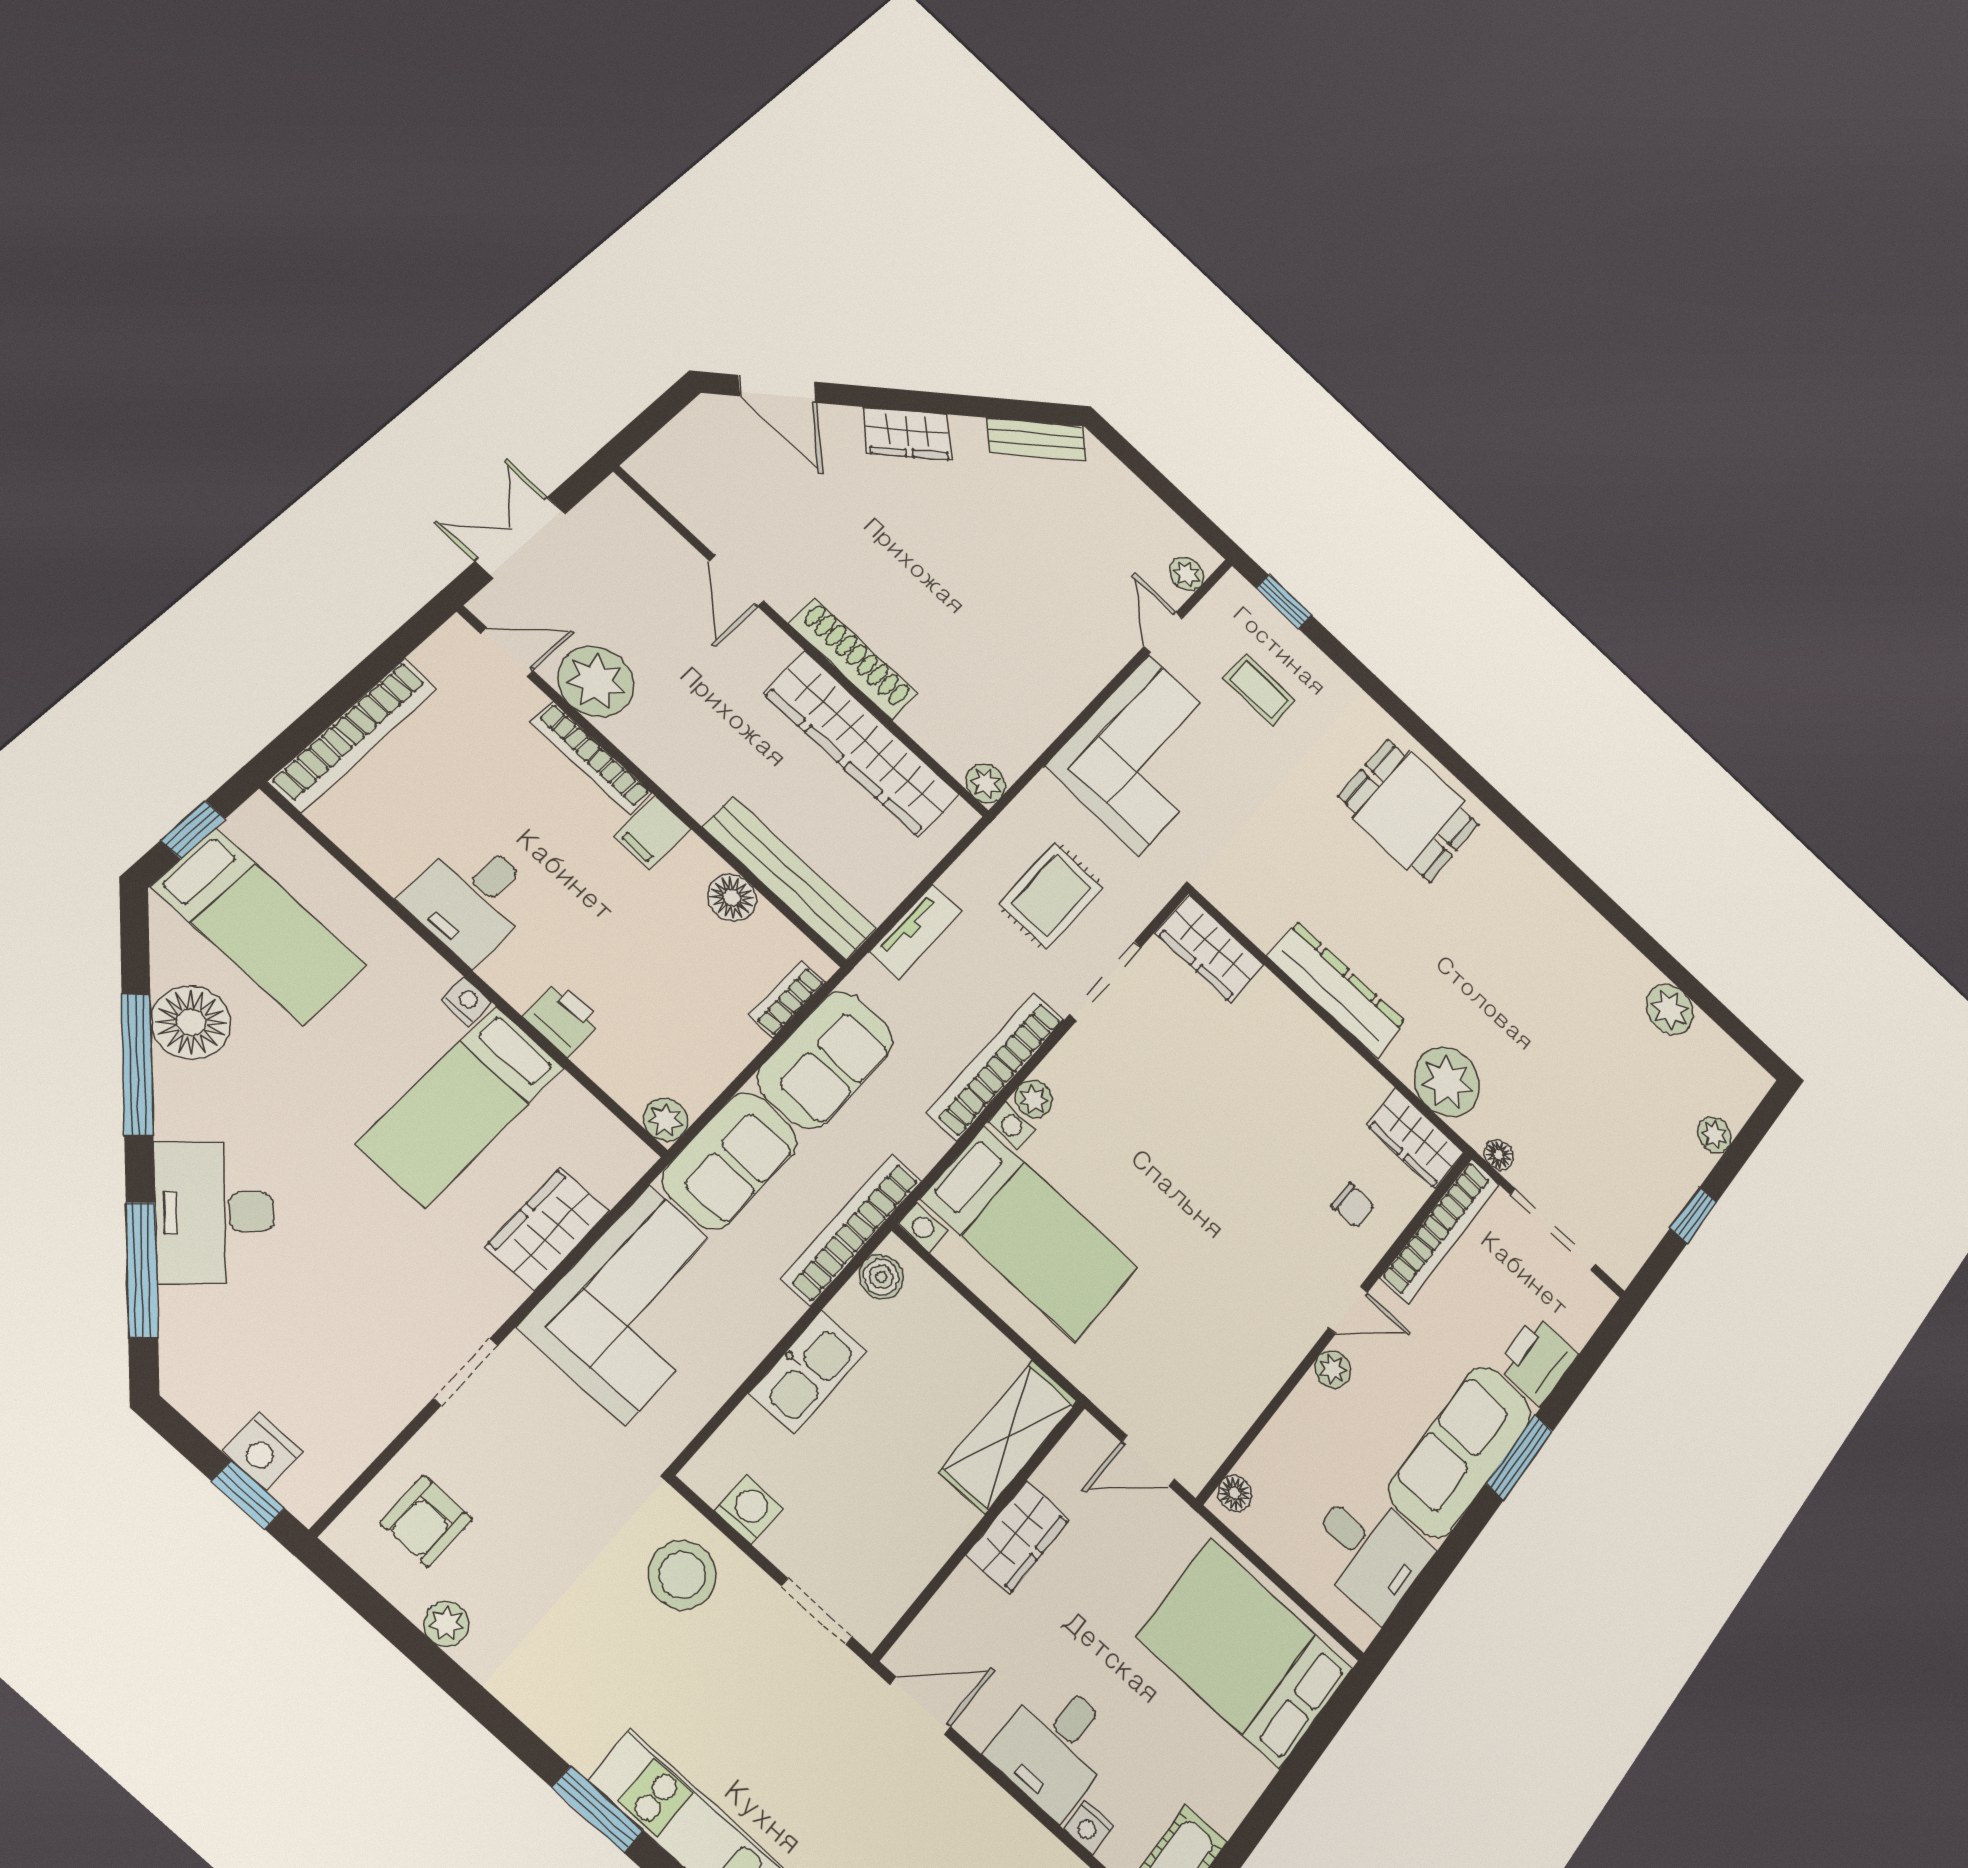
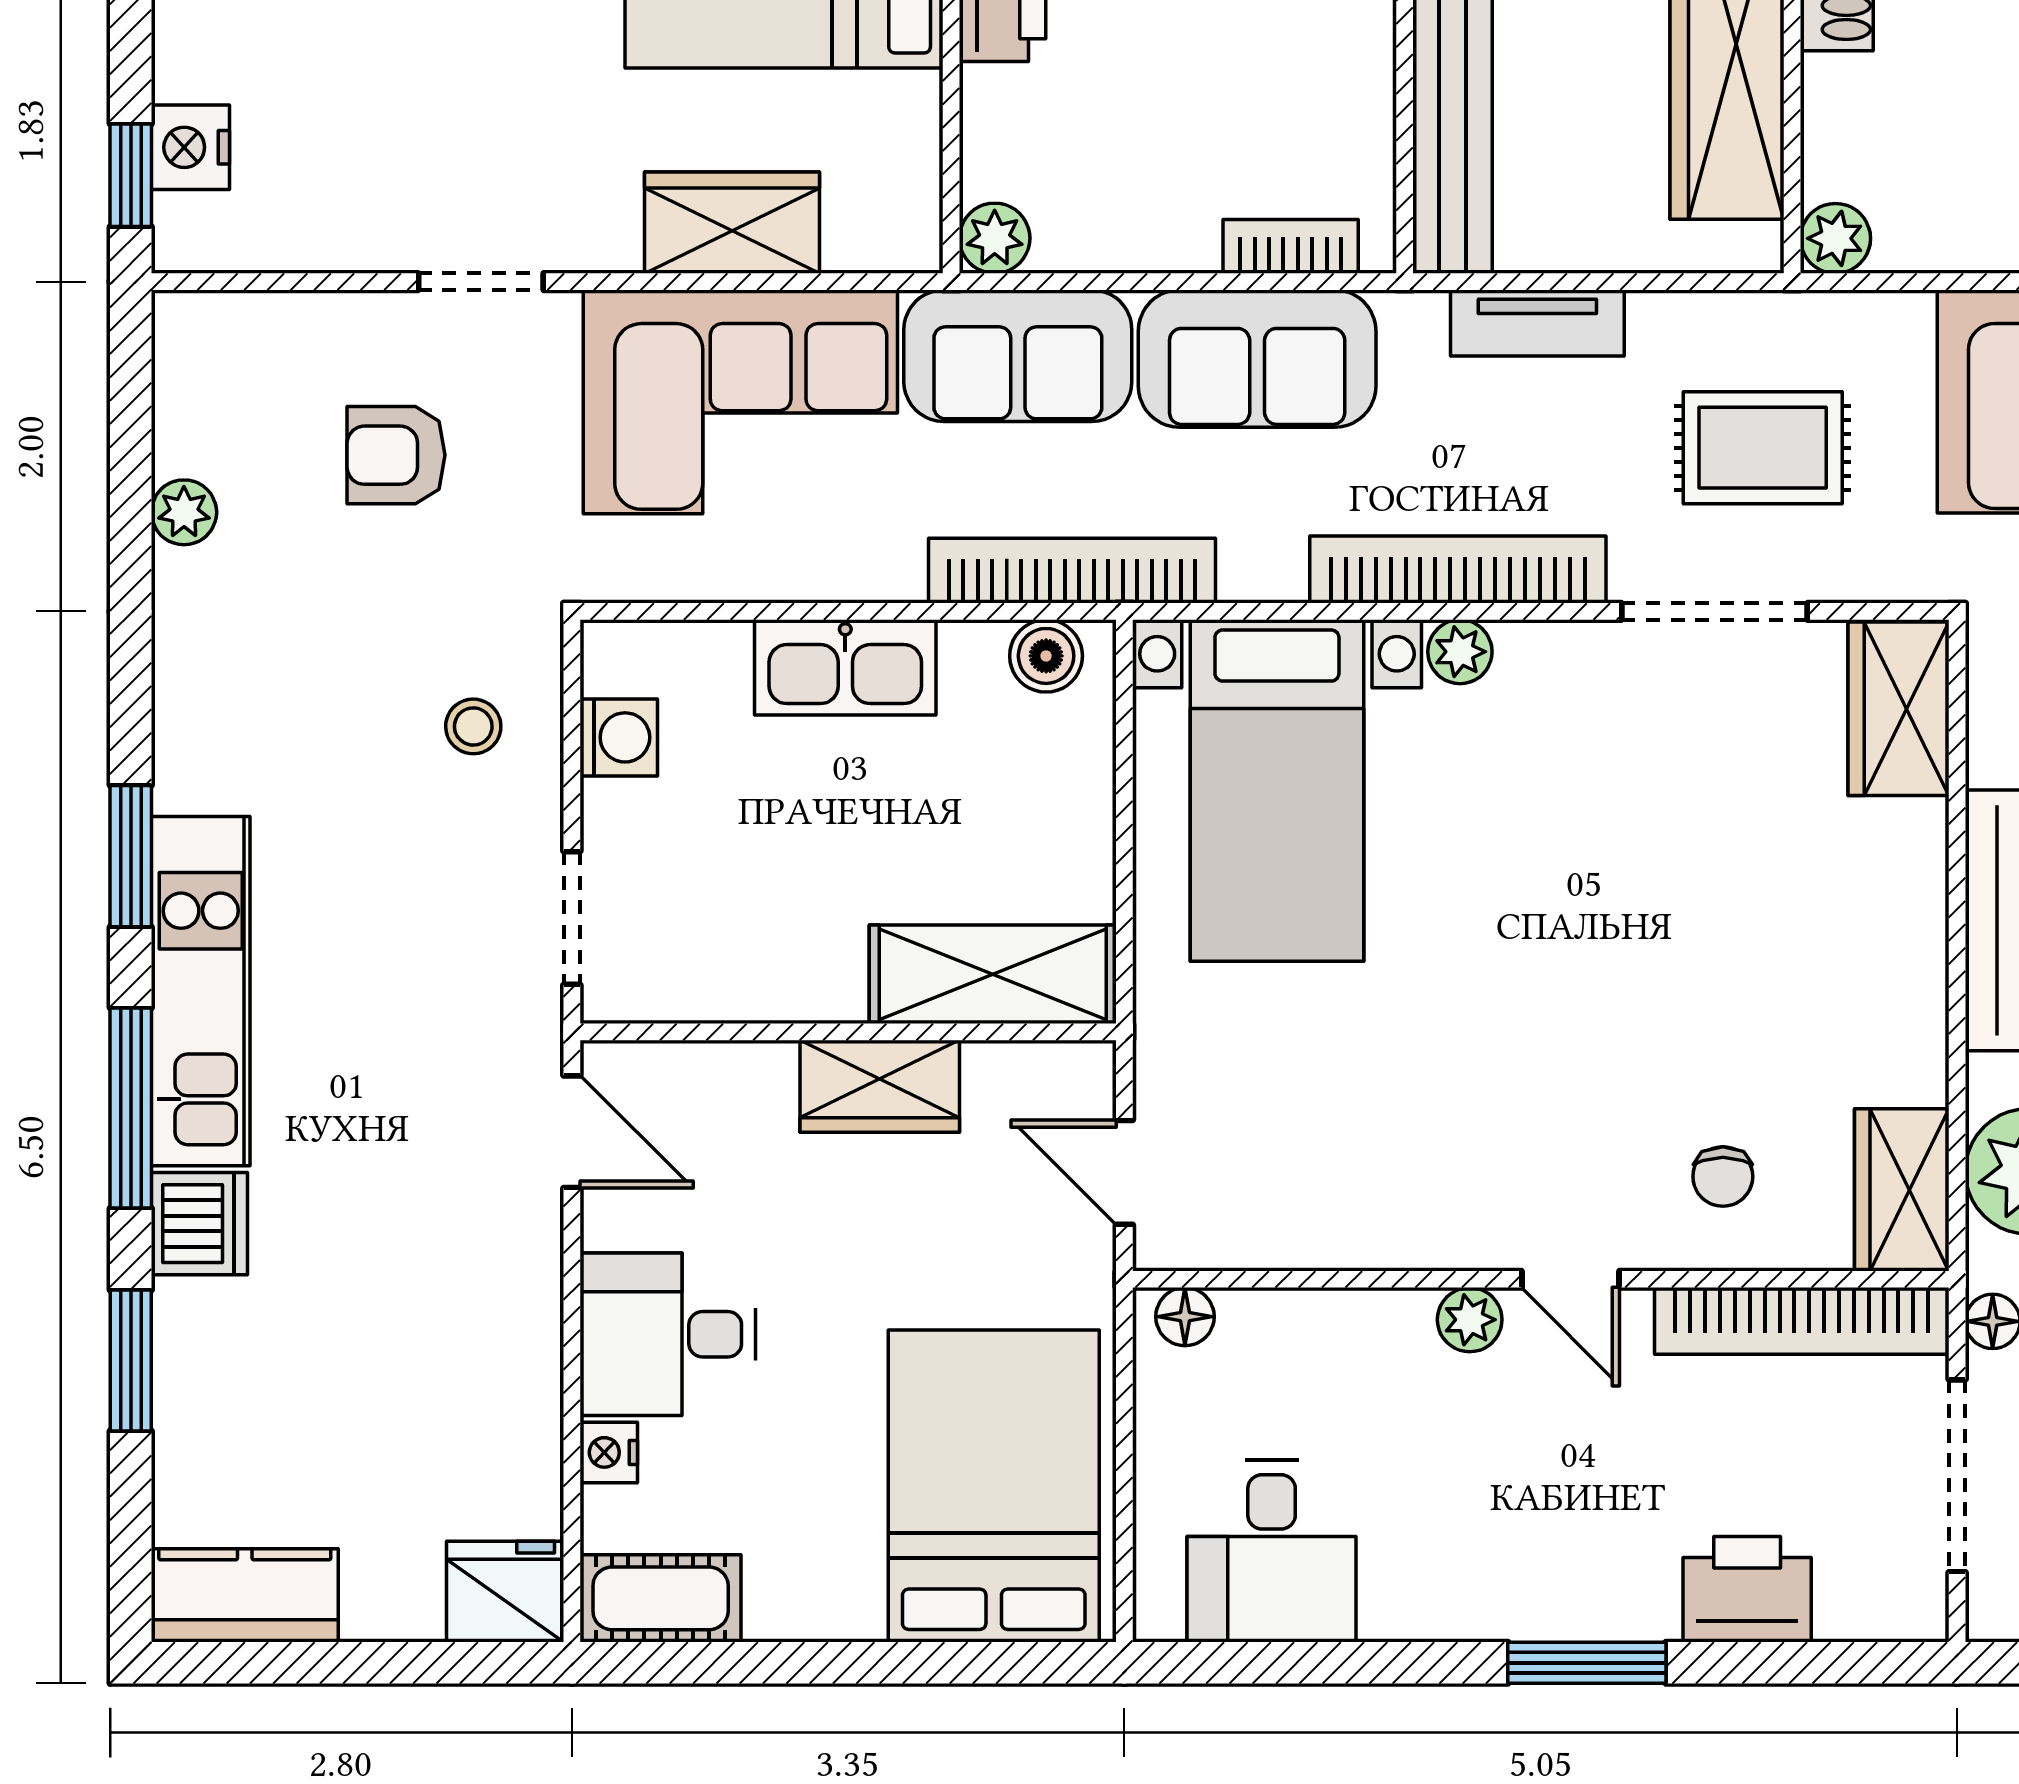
floor lamp: (732, 898) -> (1356, 69), removed
sofa: (1461, 1451) -> (1520, 1575), removed
armchair: (426, 1521) -> (396, 455), moved
stool: (682, 1575) -> (473, 726), width x0.53, depth x0.53

